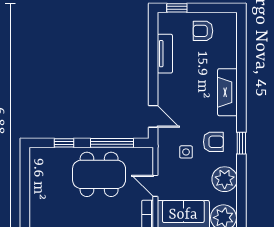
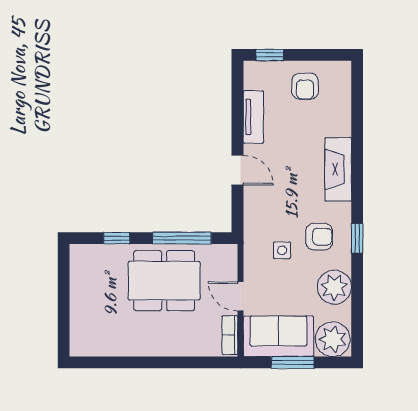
armchair: (203, 31) -> (305, 86), turned -90
door: (153, 116) -> (238, 170), moved

